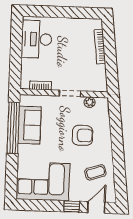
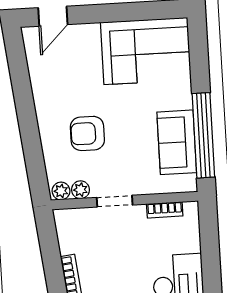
plant: (101, 103) -> (61, 191), added
coffee table: (95, 172) -> (60, 74), removed
window: (72, 207) -> (94, 14), removed

